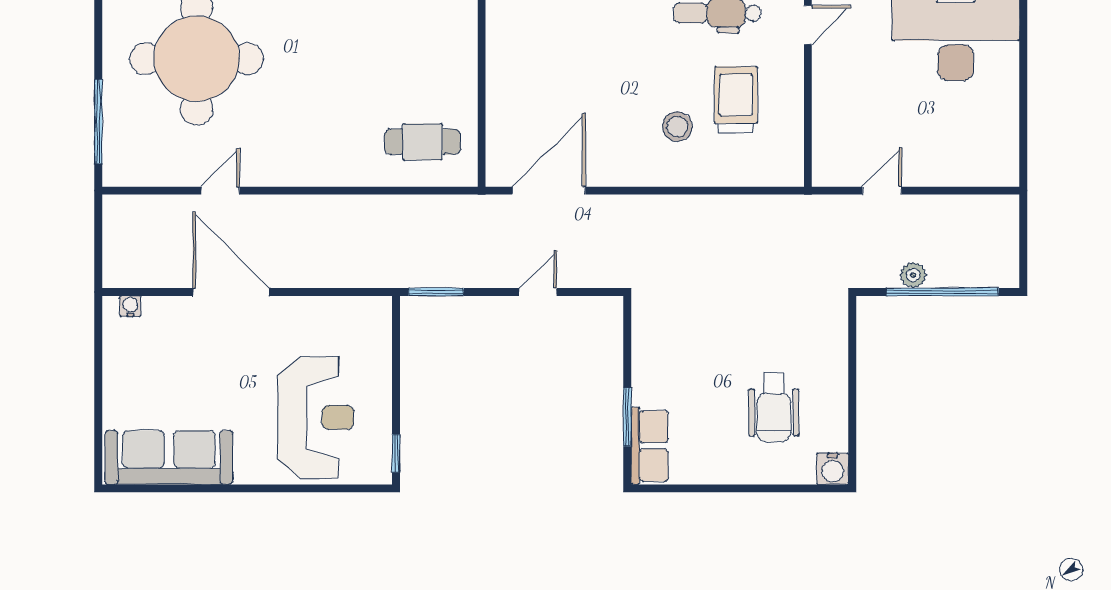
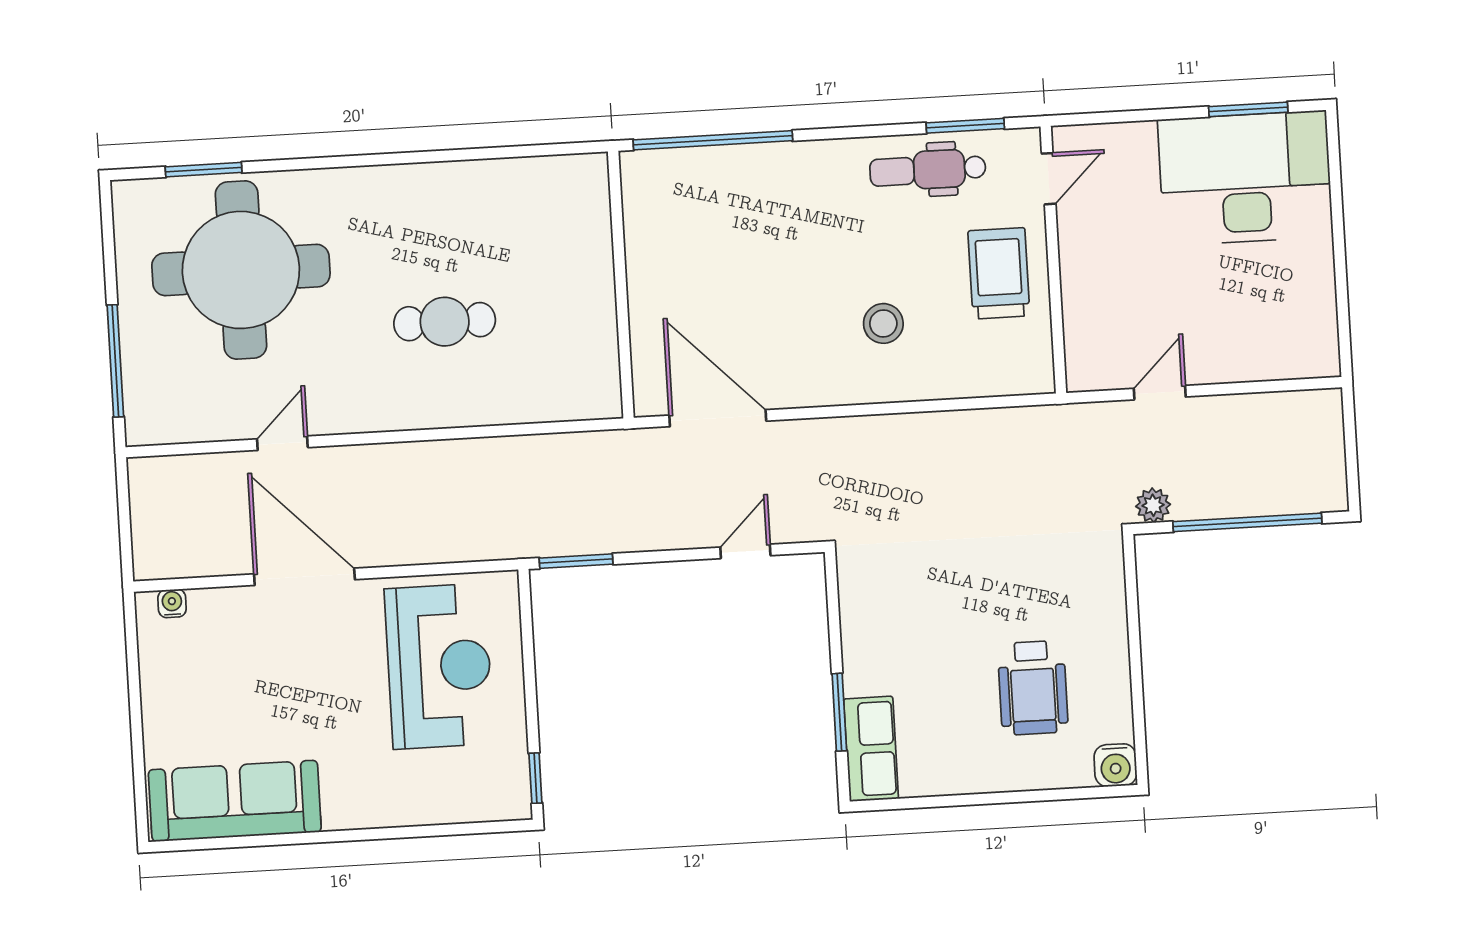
trolley: (736, 100) -> (999, 273), moved
cafe table: (423, 142) -> (445, 322), moved
door: (549, 191) -> (718, 418), hinge flipped
plant: (913, 275) -> (1153, 505), moved
door: (538, 292) -> (745, 551), moved
reception desk: (316, 417) -> (439, 666), moved

